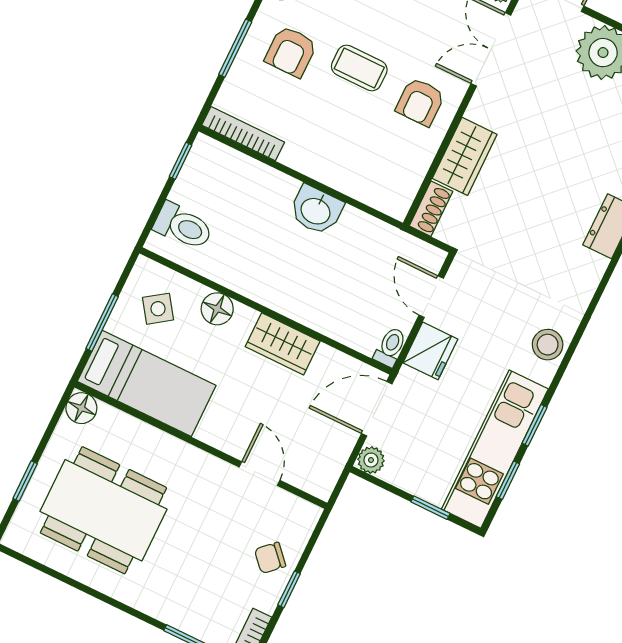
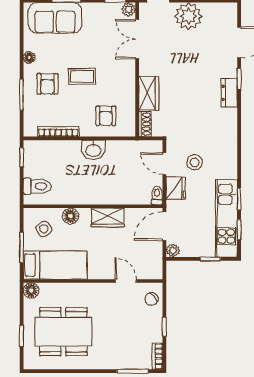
armchair: (420, 102) -> (106, 116), moved
bookcase: (243, 134) -> (58, 131), moved
stool: (548, 345) -> (195, 162), moved
chair: (270, 558) -> (151, 299), moved

